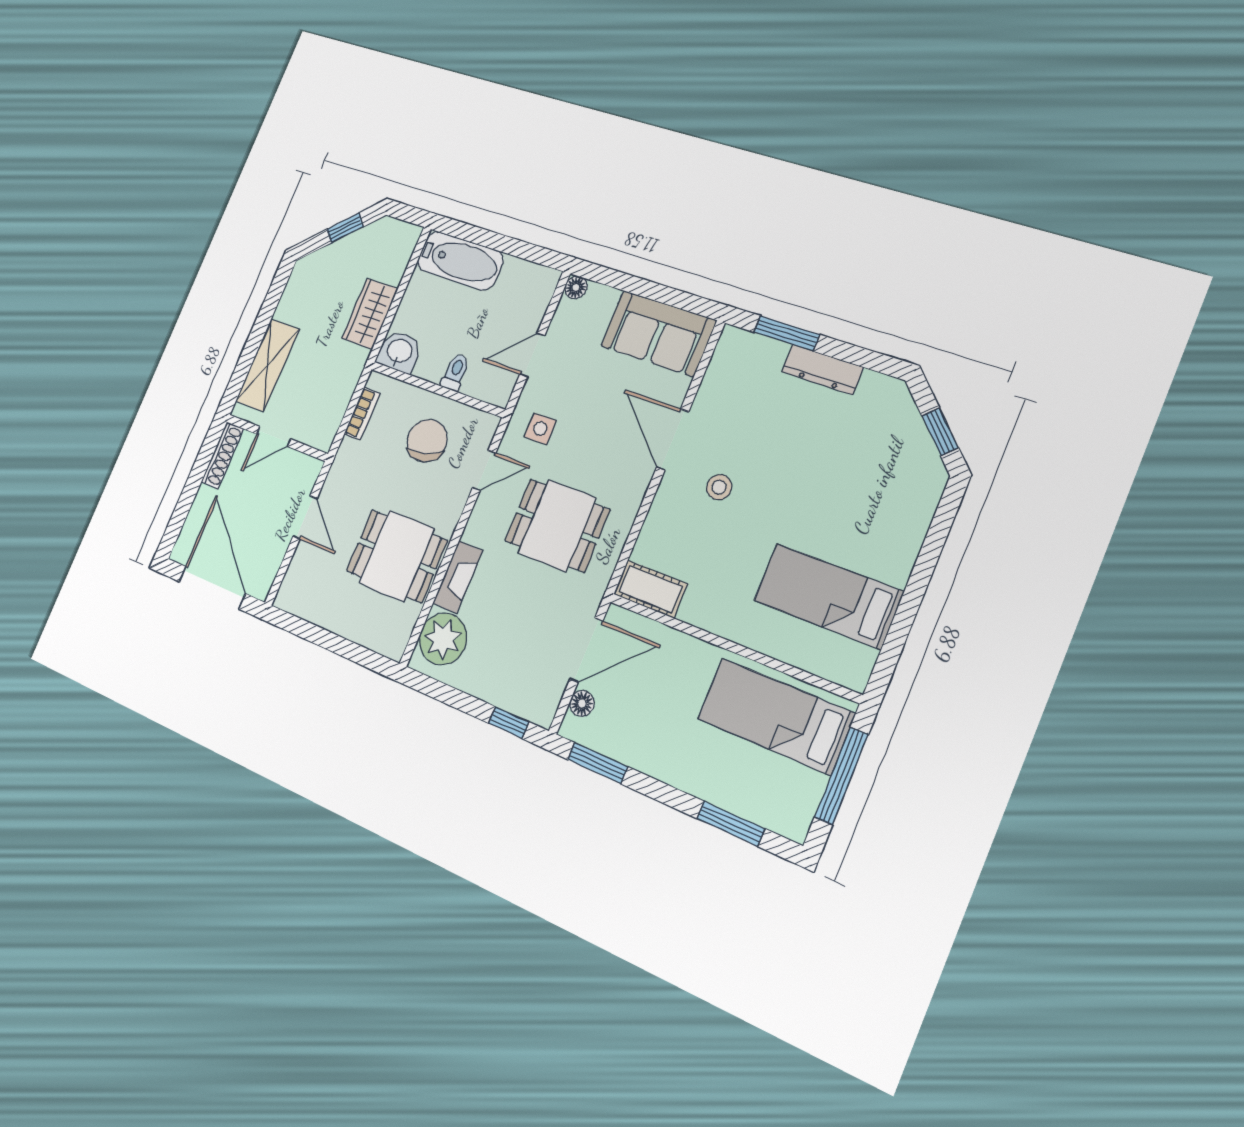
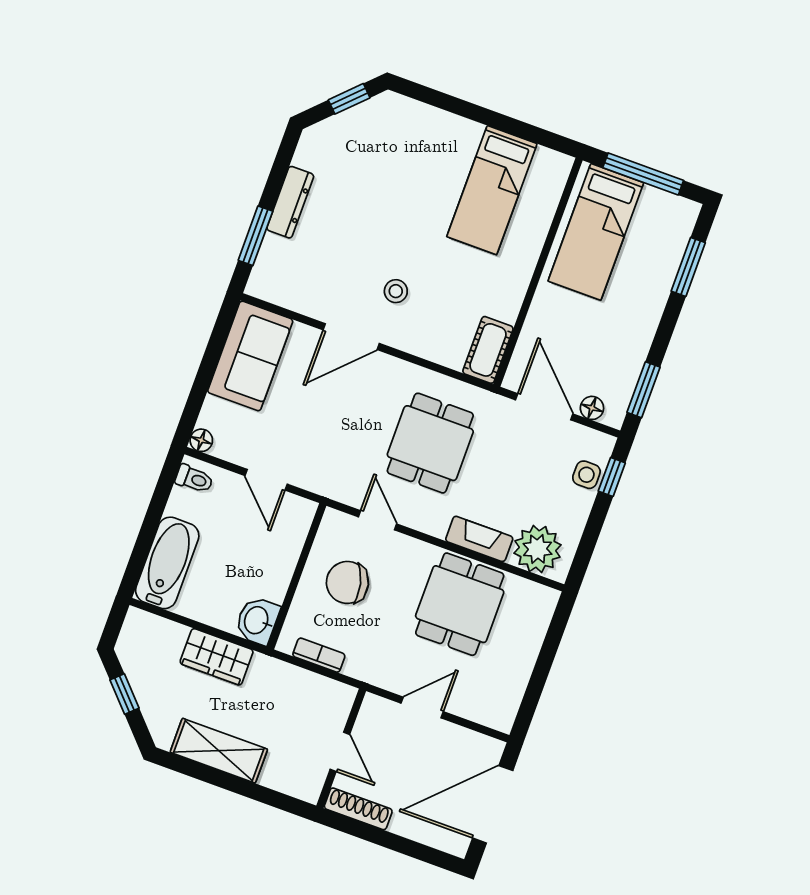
shelving: (267, 365) -> (219, 751), moved
toilet: (455, 372) -> (194, 479), moved, turned 180
side table: (540, 429) -> (586, 475), moved

